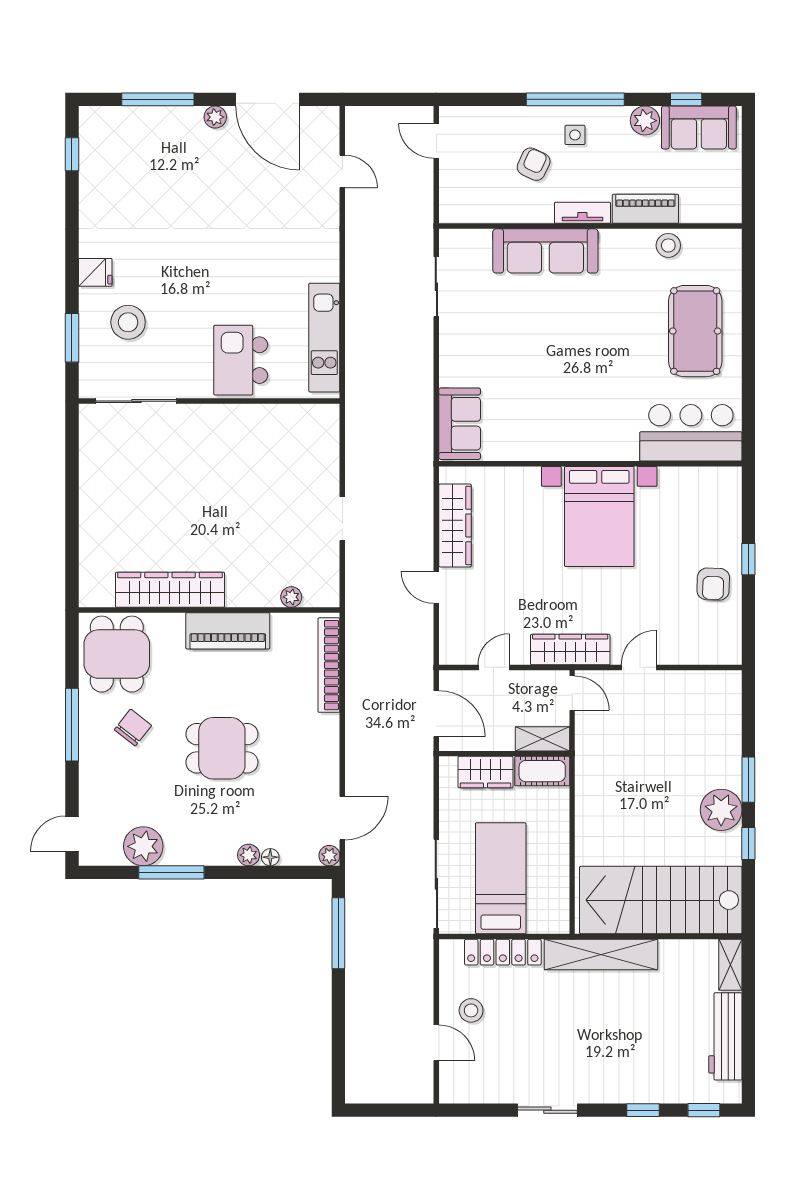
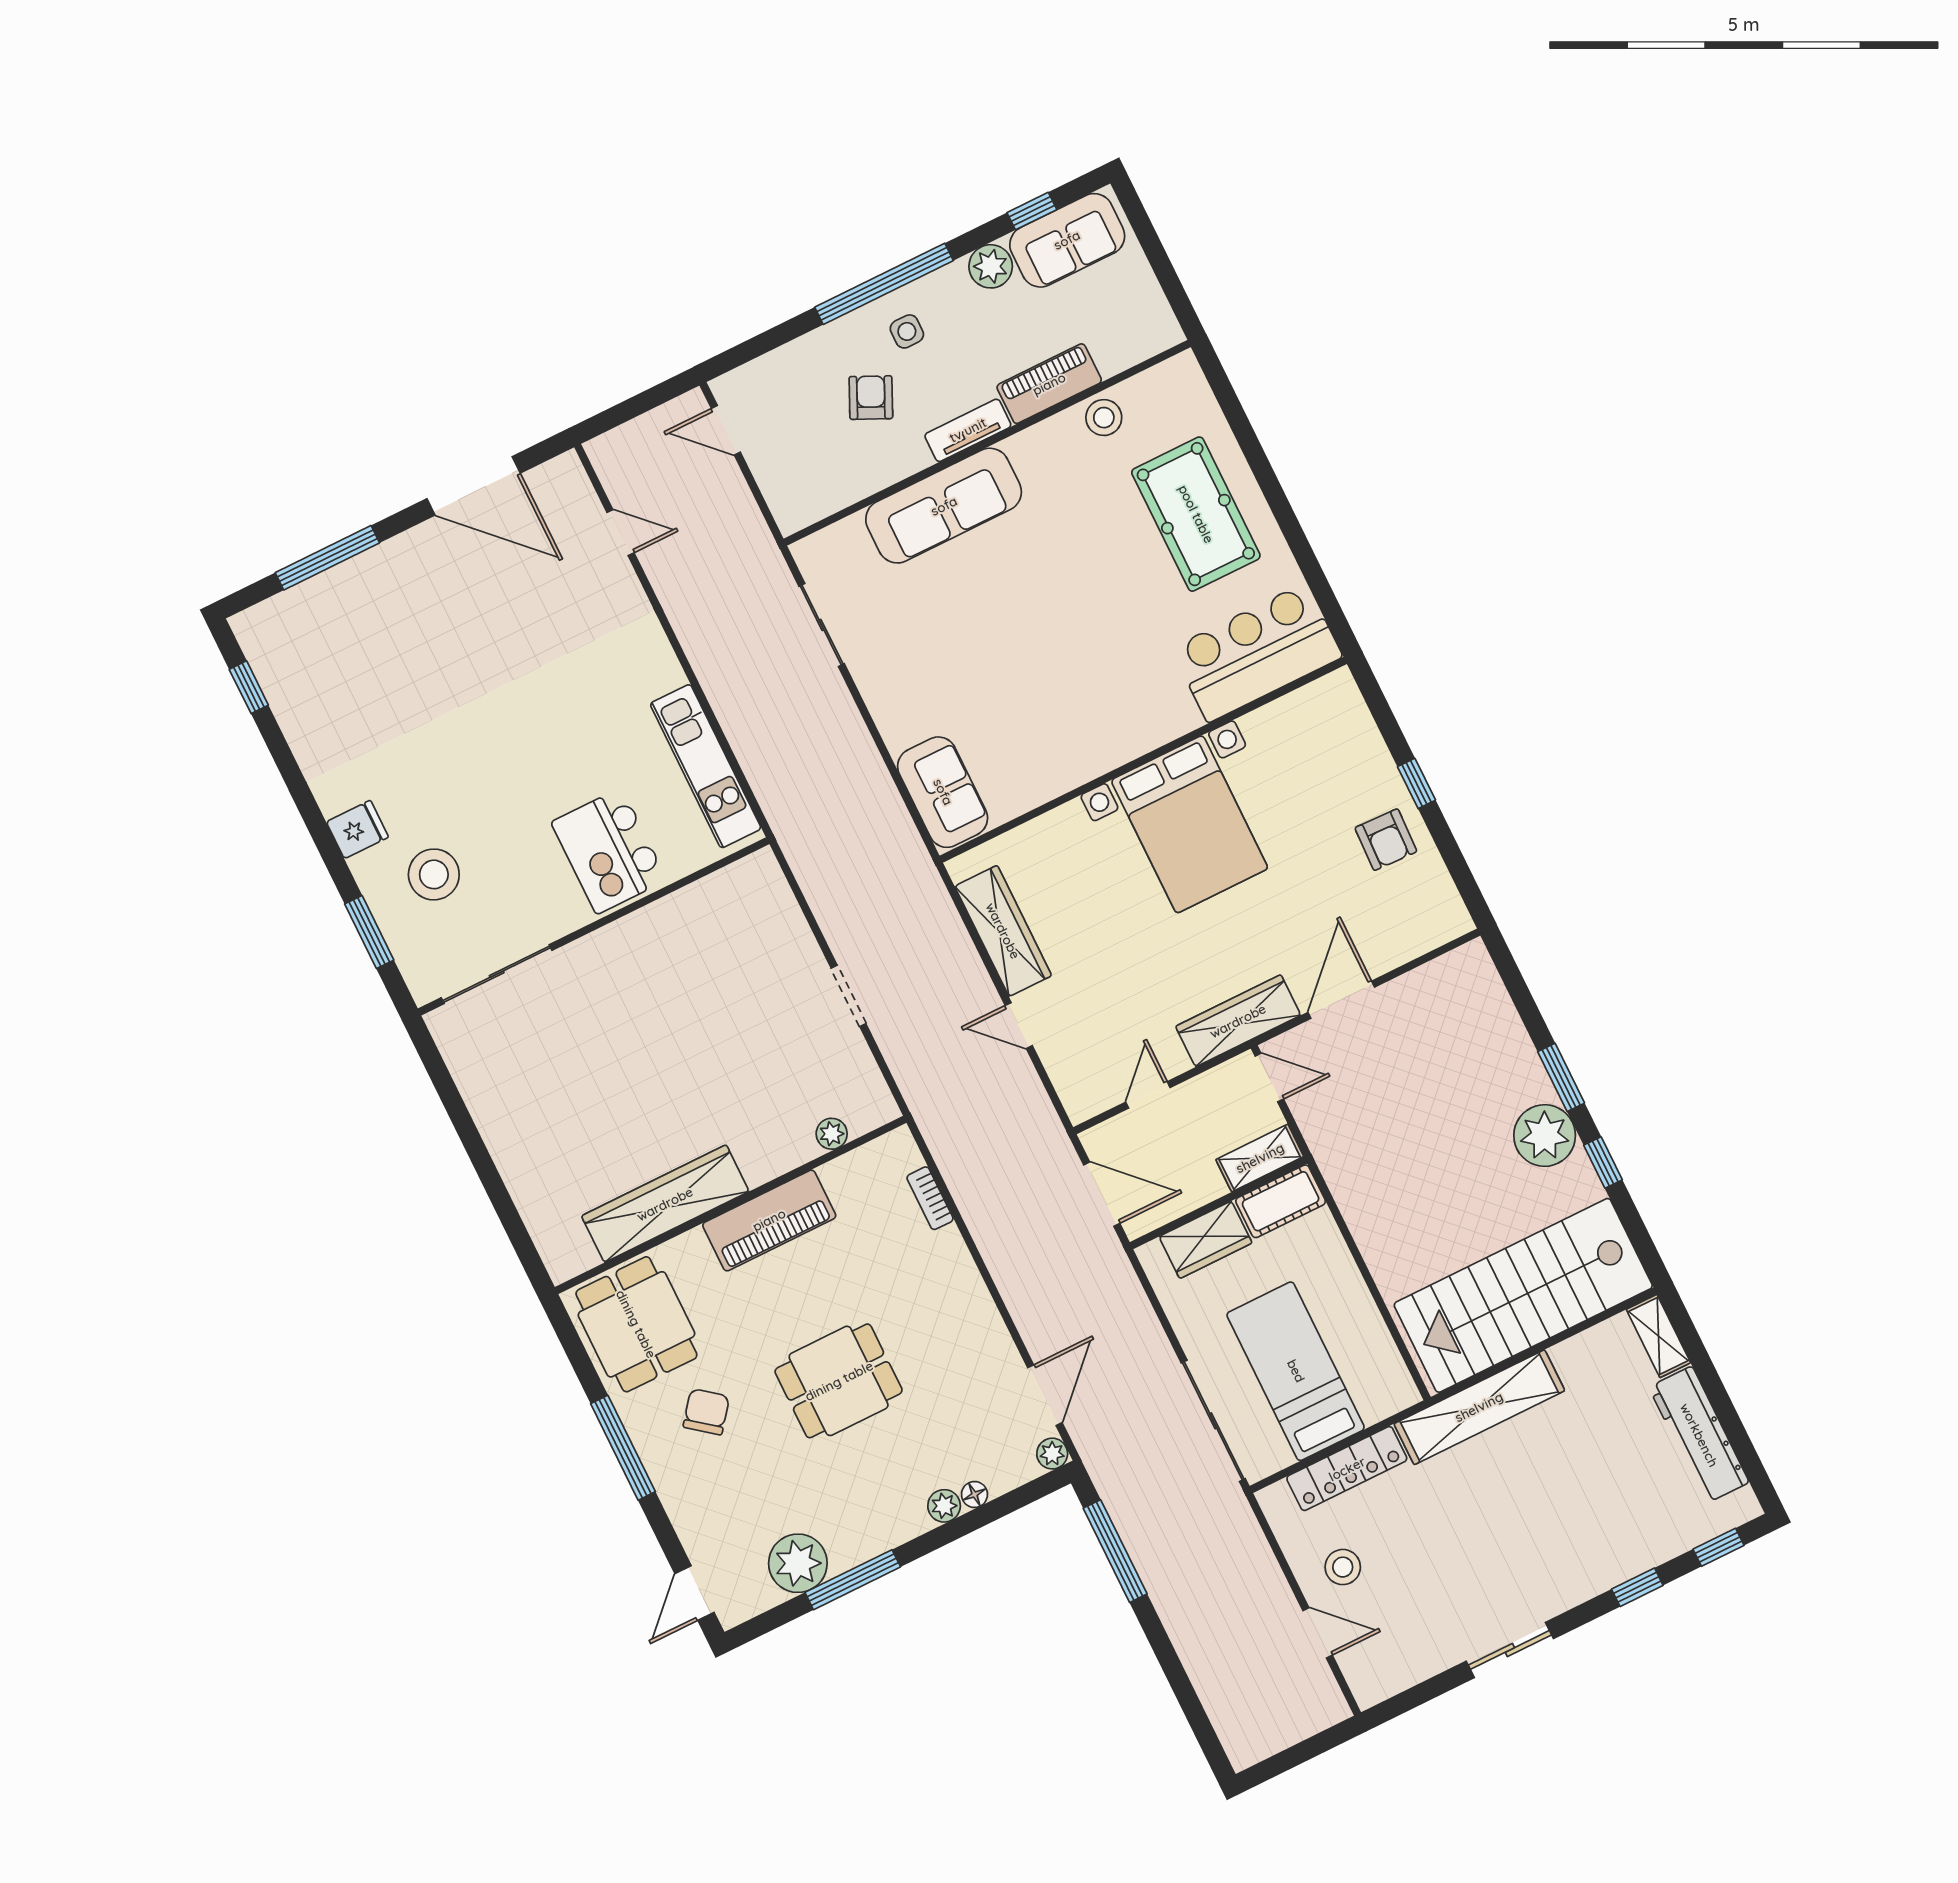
plant: (215, 117) -> (415, 544), removed
bookcase: (329, 665) -> (930, 1198), width x0.43, depth x0.76
door: (639, 667) -> (1341, 1000), width x1.38

